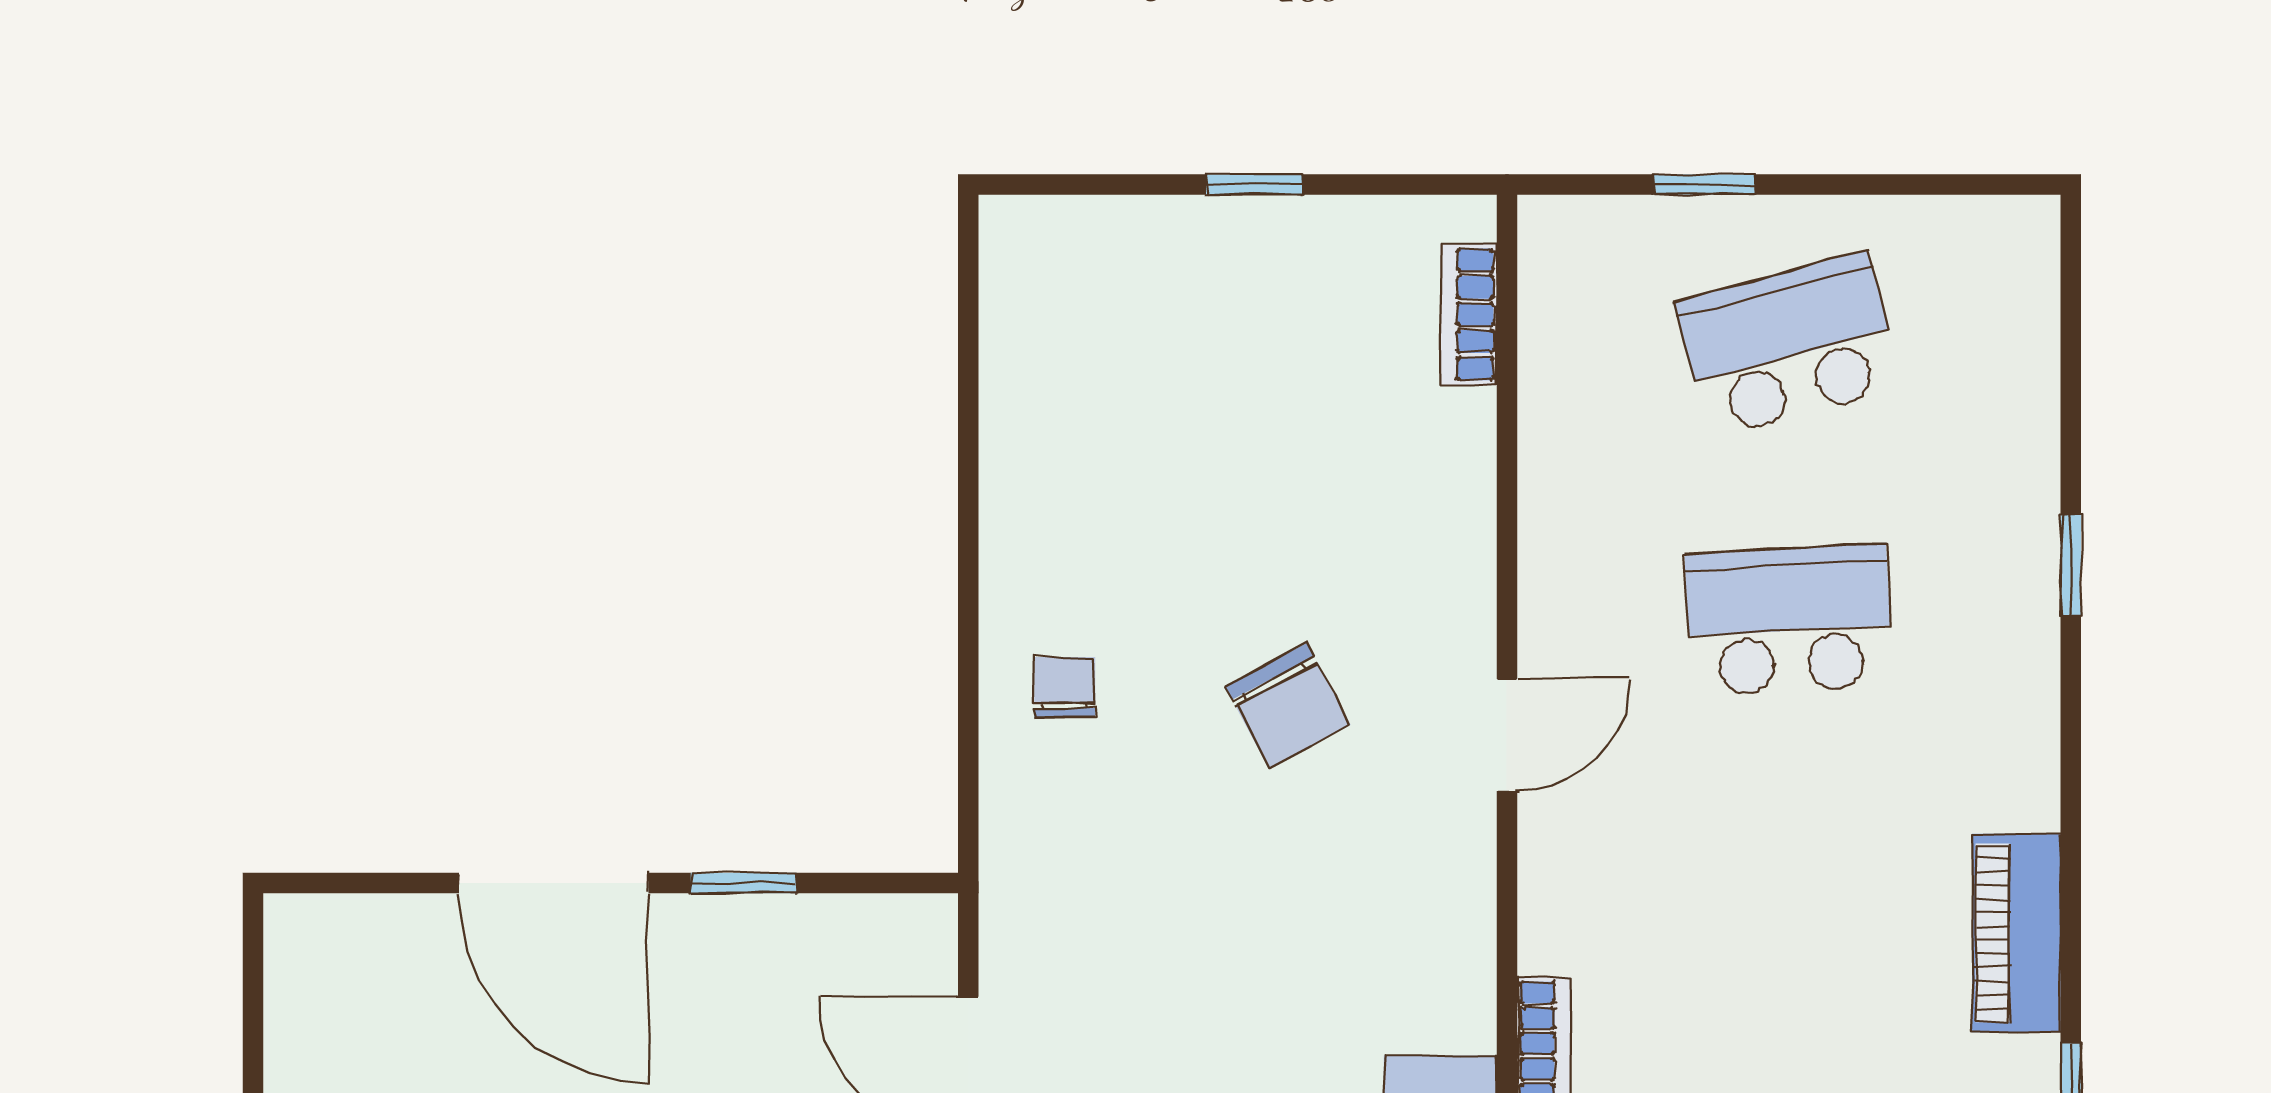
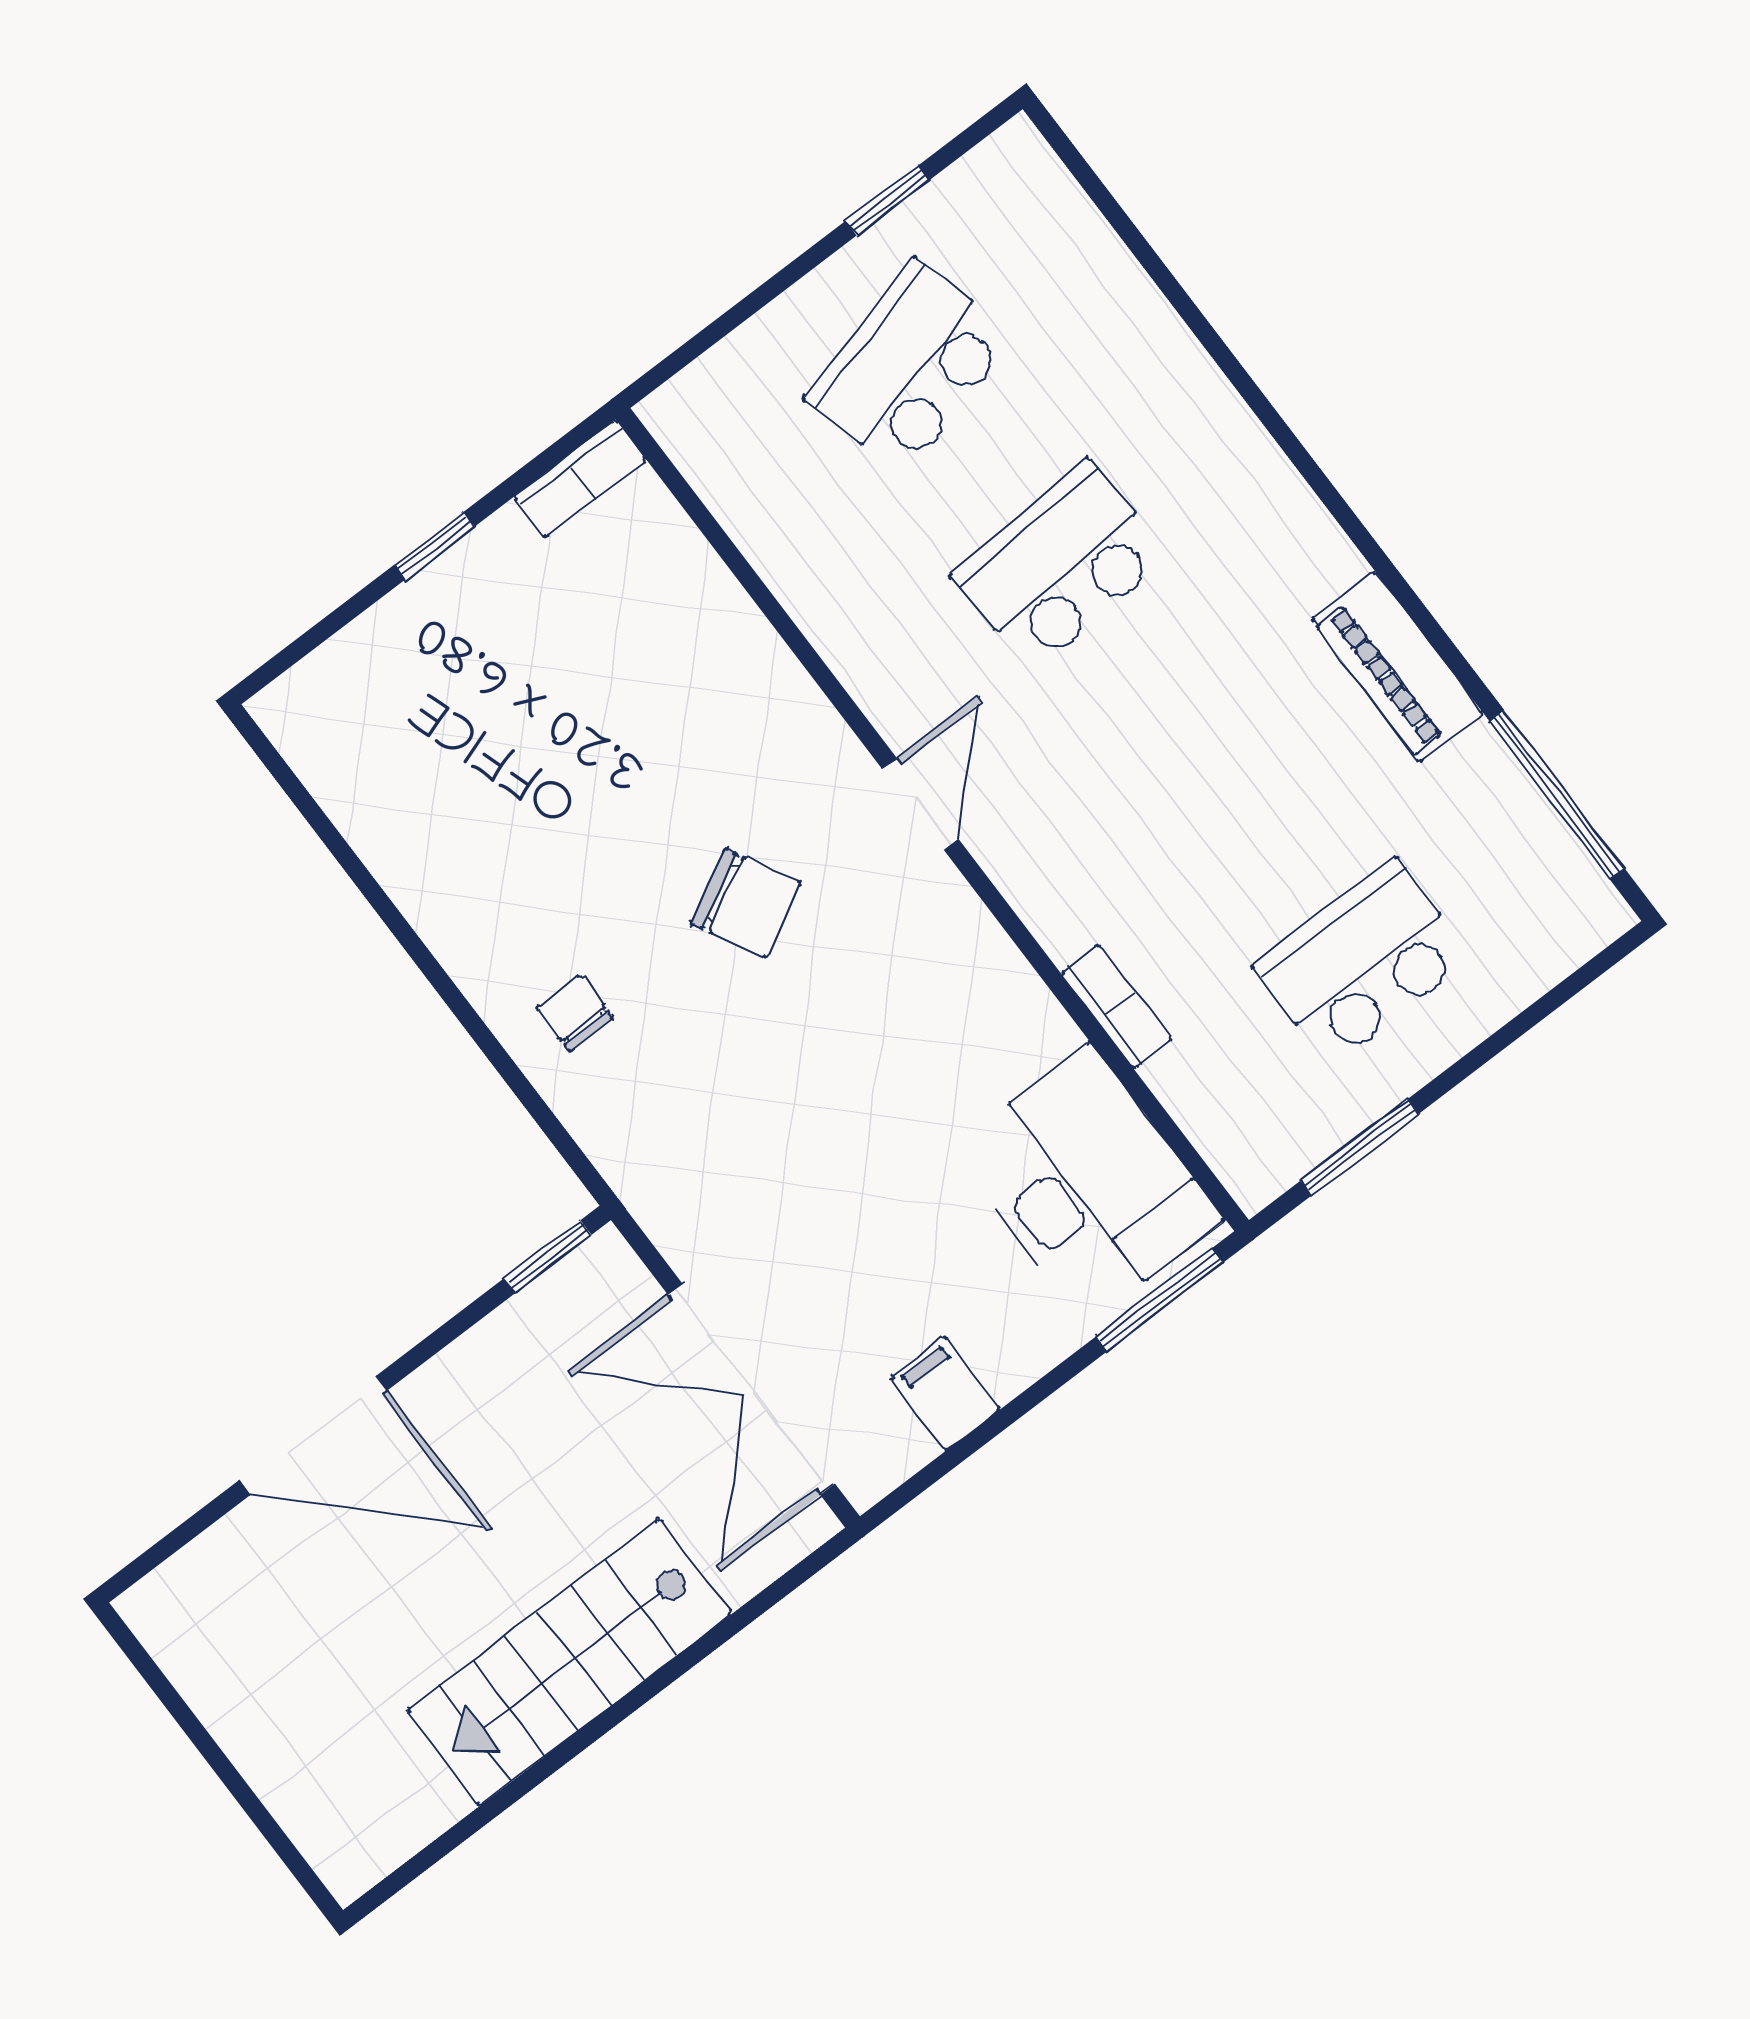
window: (1705, 184) -> (887, 201), moved
bookcase: (1469, 314) -> (580, 478), moved, turned -90
window: (2071, 565) -> (1234, 371), removed
window: (744, 883) -> (548, 1257), moved

